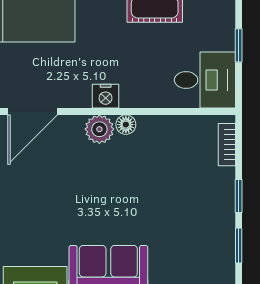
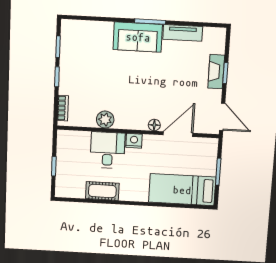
desk: (205, 80) -> (108, 150), moved, turned 90
floor lamp: (126, 125) -> (154, 125), moved
plant: (99, 129) -> (105, 120), moved

